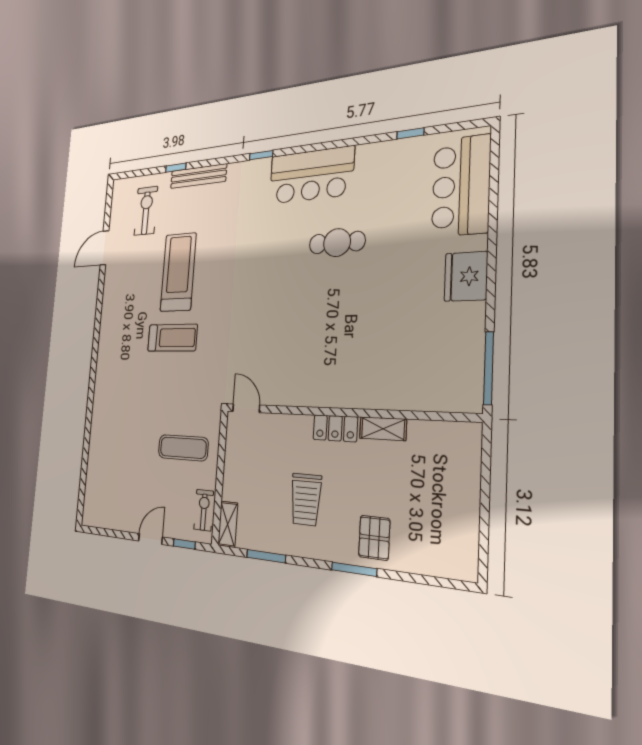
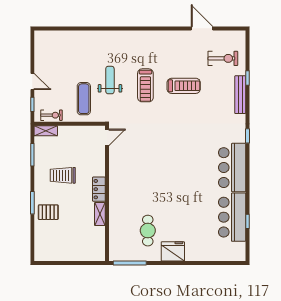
bar counter: (461, 186) -> (232, 217), moved, turned -90
cafe table: (337, 243) -> (148, 231), moved
treadmill: (178, 272) -> (184, 86), width x0.73, depth x0.73
weight bench: (160, 399) -> (110, 80), added

